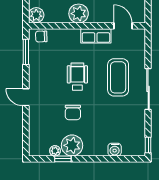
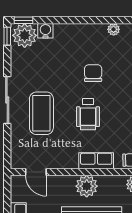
row of seats: (96, 36) -> (96, 161), moved
plant: (72, 145) -> (25, 35), moved
window: (63, 159) -> (23, 20), moved

